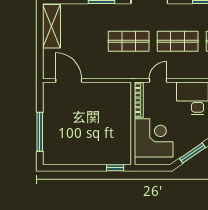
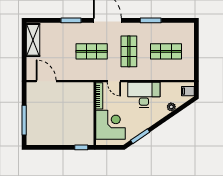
shop shelf: (178, 41) -> (129, 51), turned 90
door: (158, 80) -> (114, 81), swing flipped

